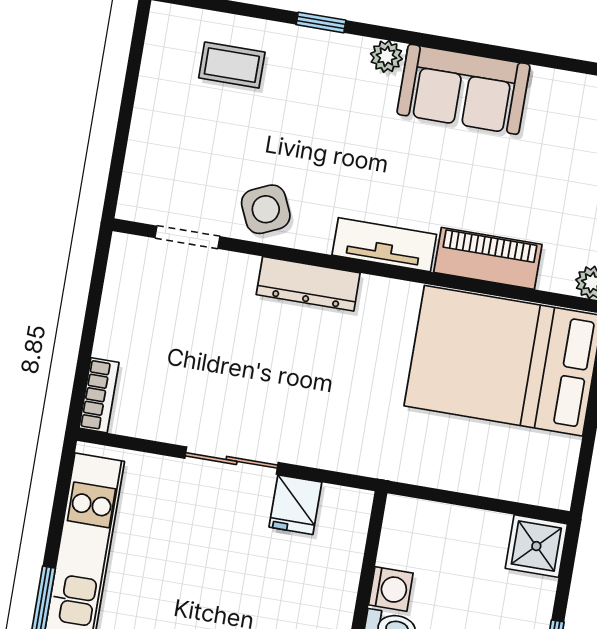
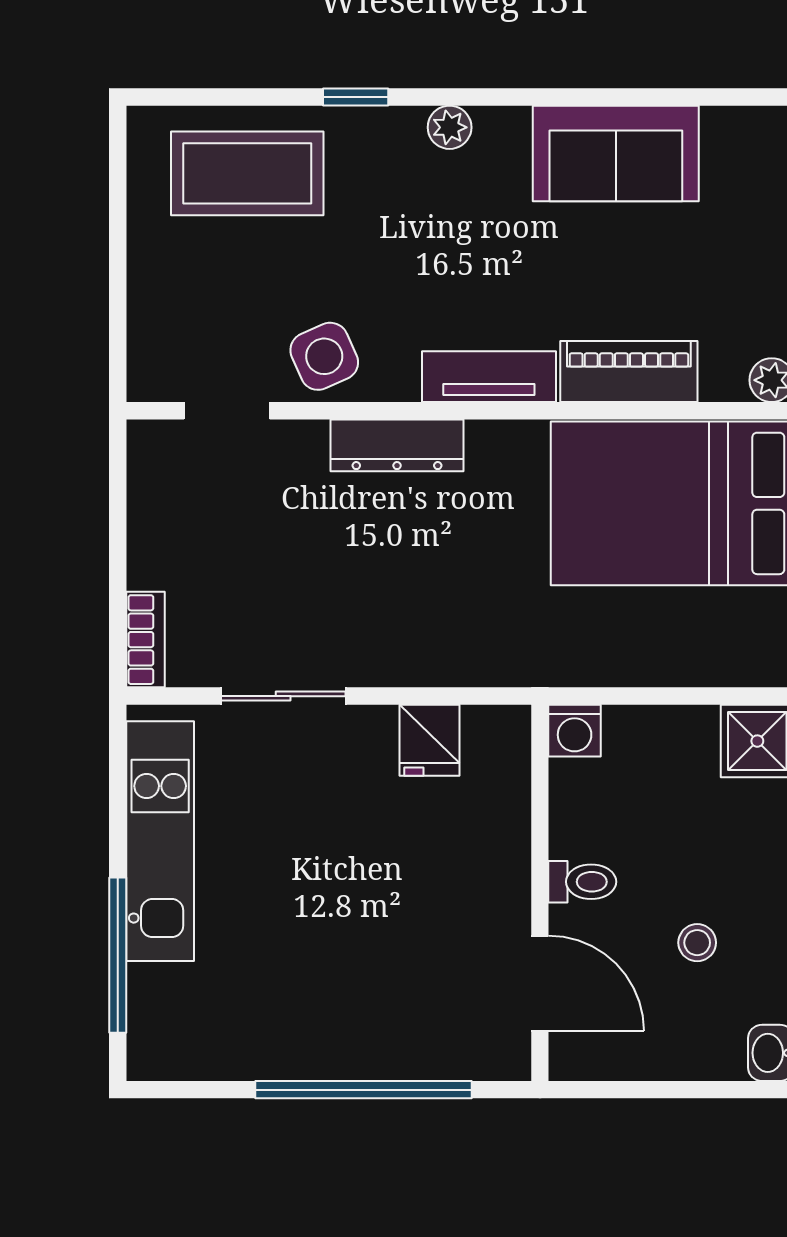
coffee table: (232, 65) -> (247, 173), width x1.86, depth x1.72
sofa: (463, 89) -> (616, 153), moved
sliding door: (232, 460) -> (283, 696), moved
washing machine: (391, 589) -> (575, 731), moved, turned 90

